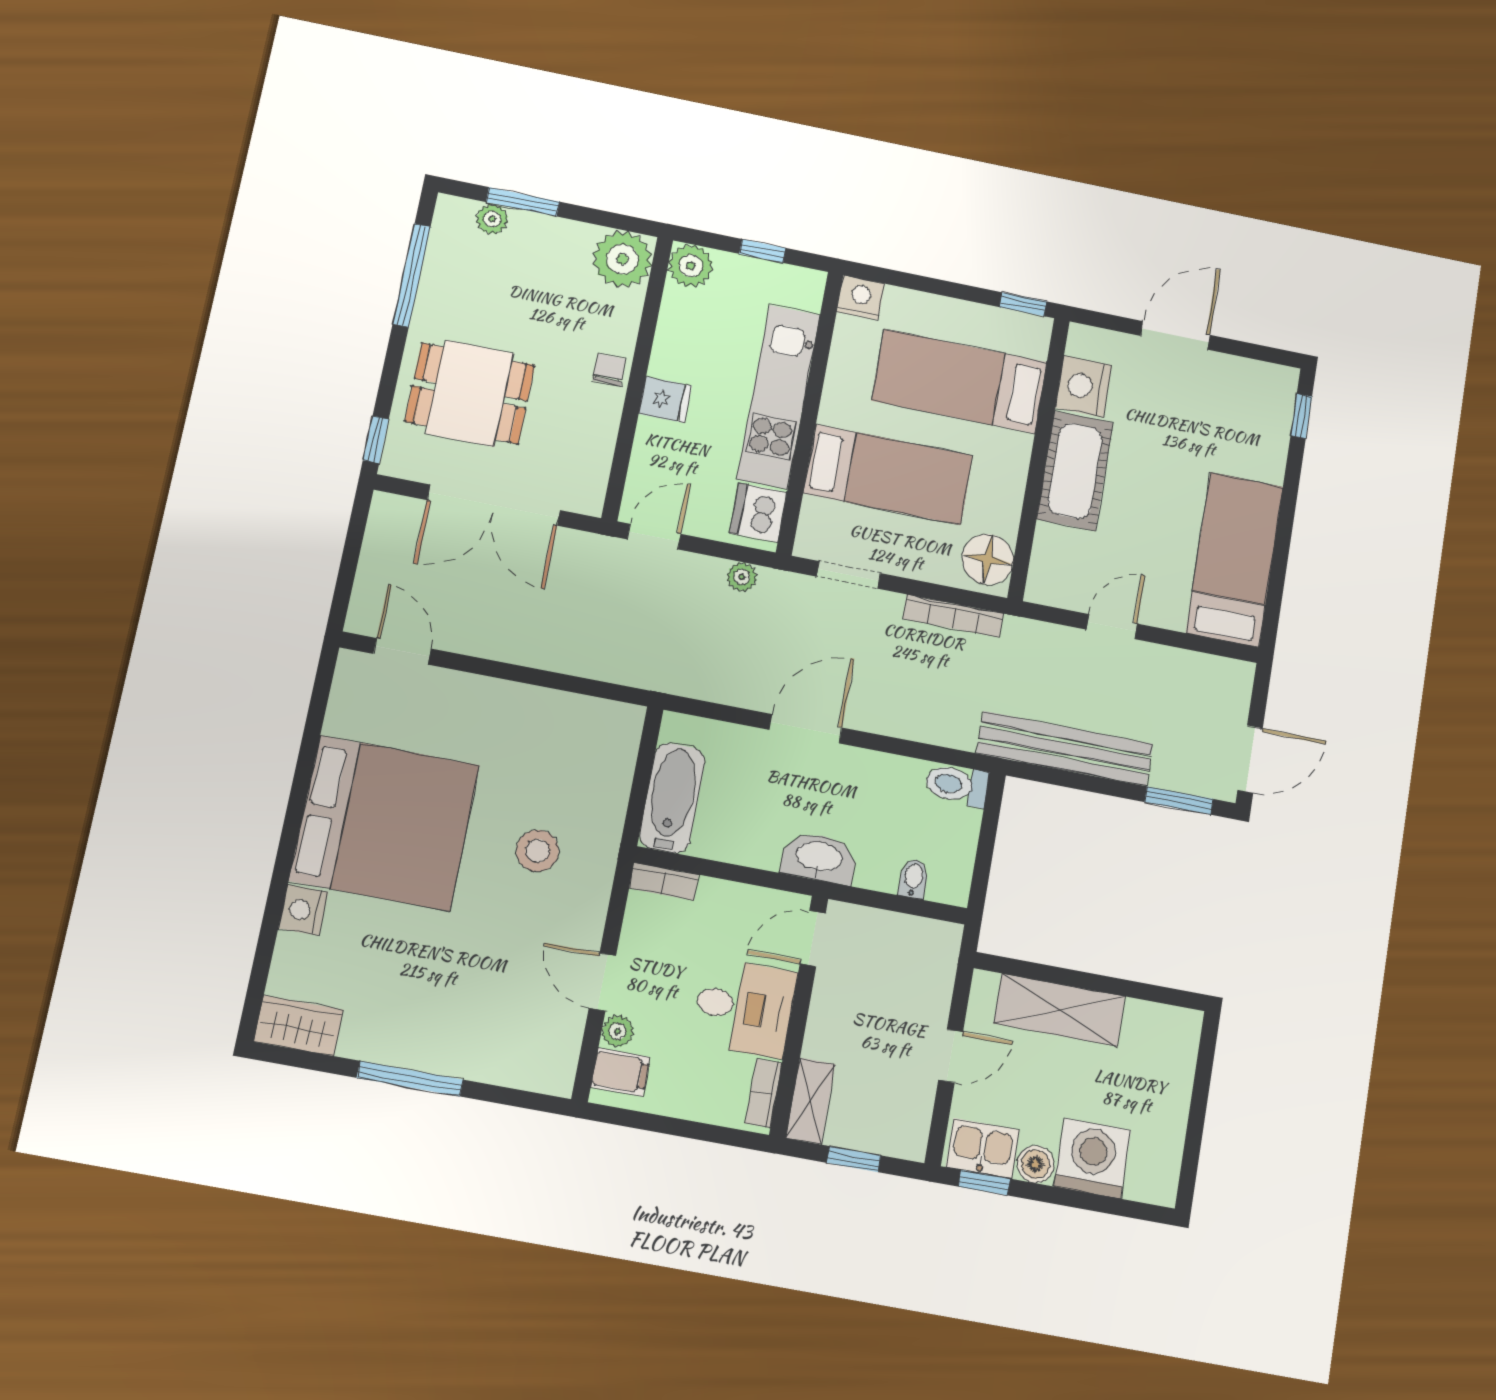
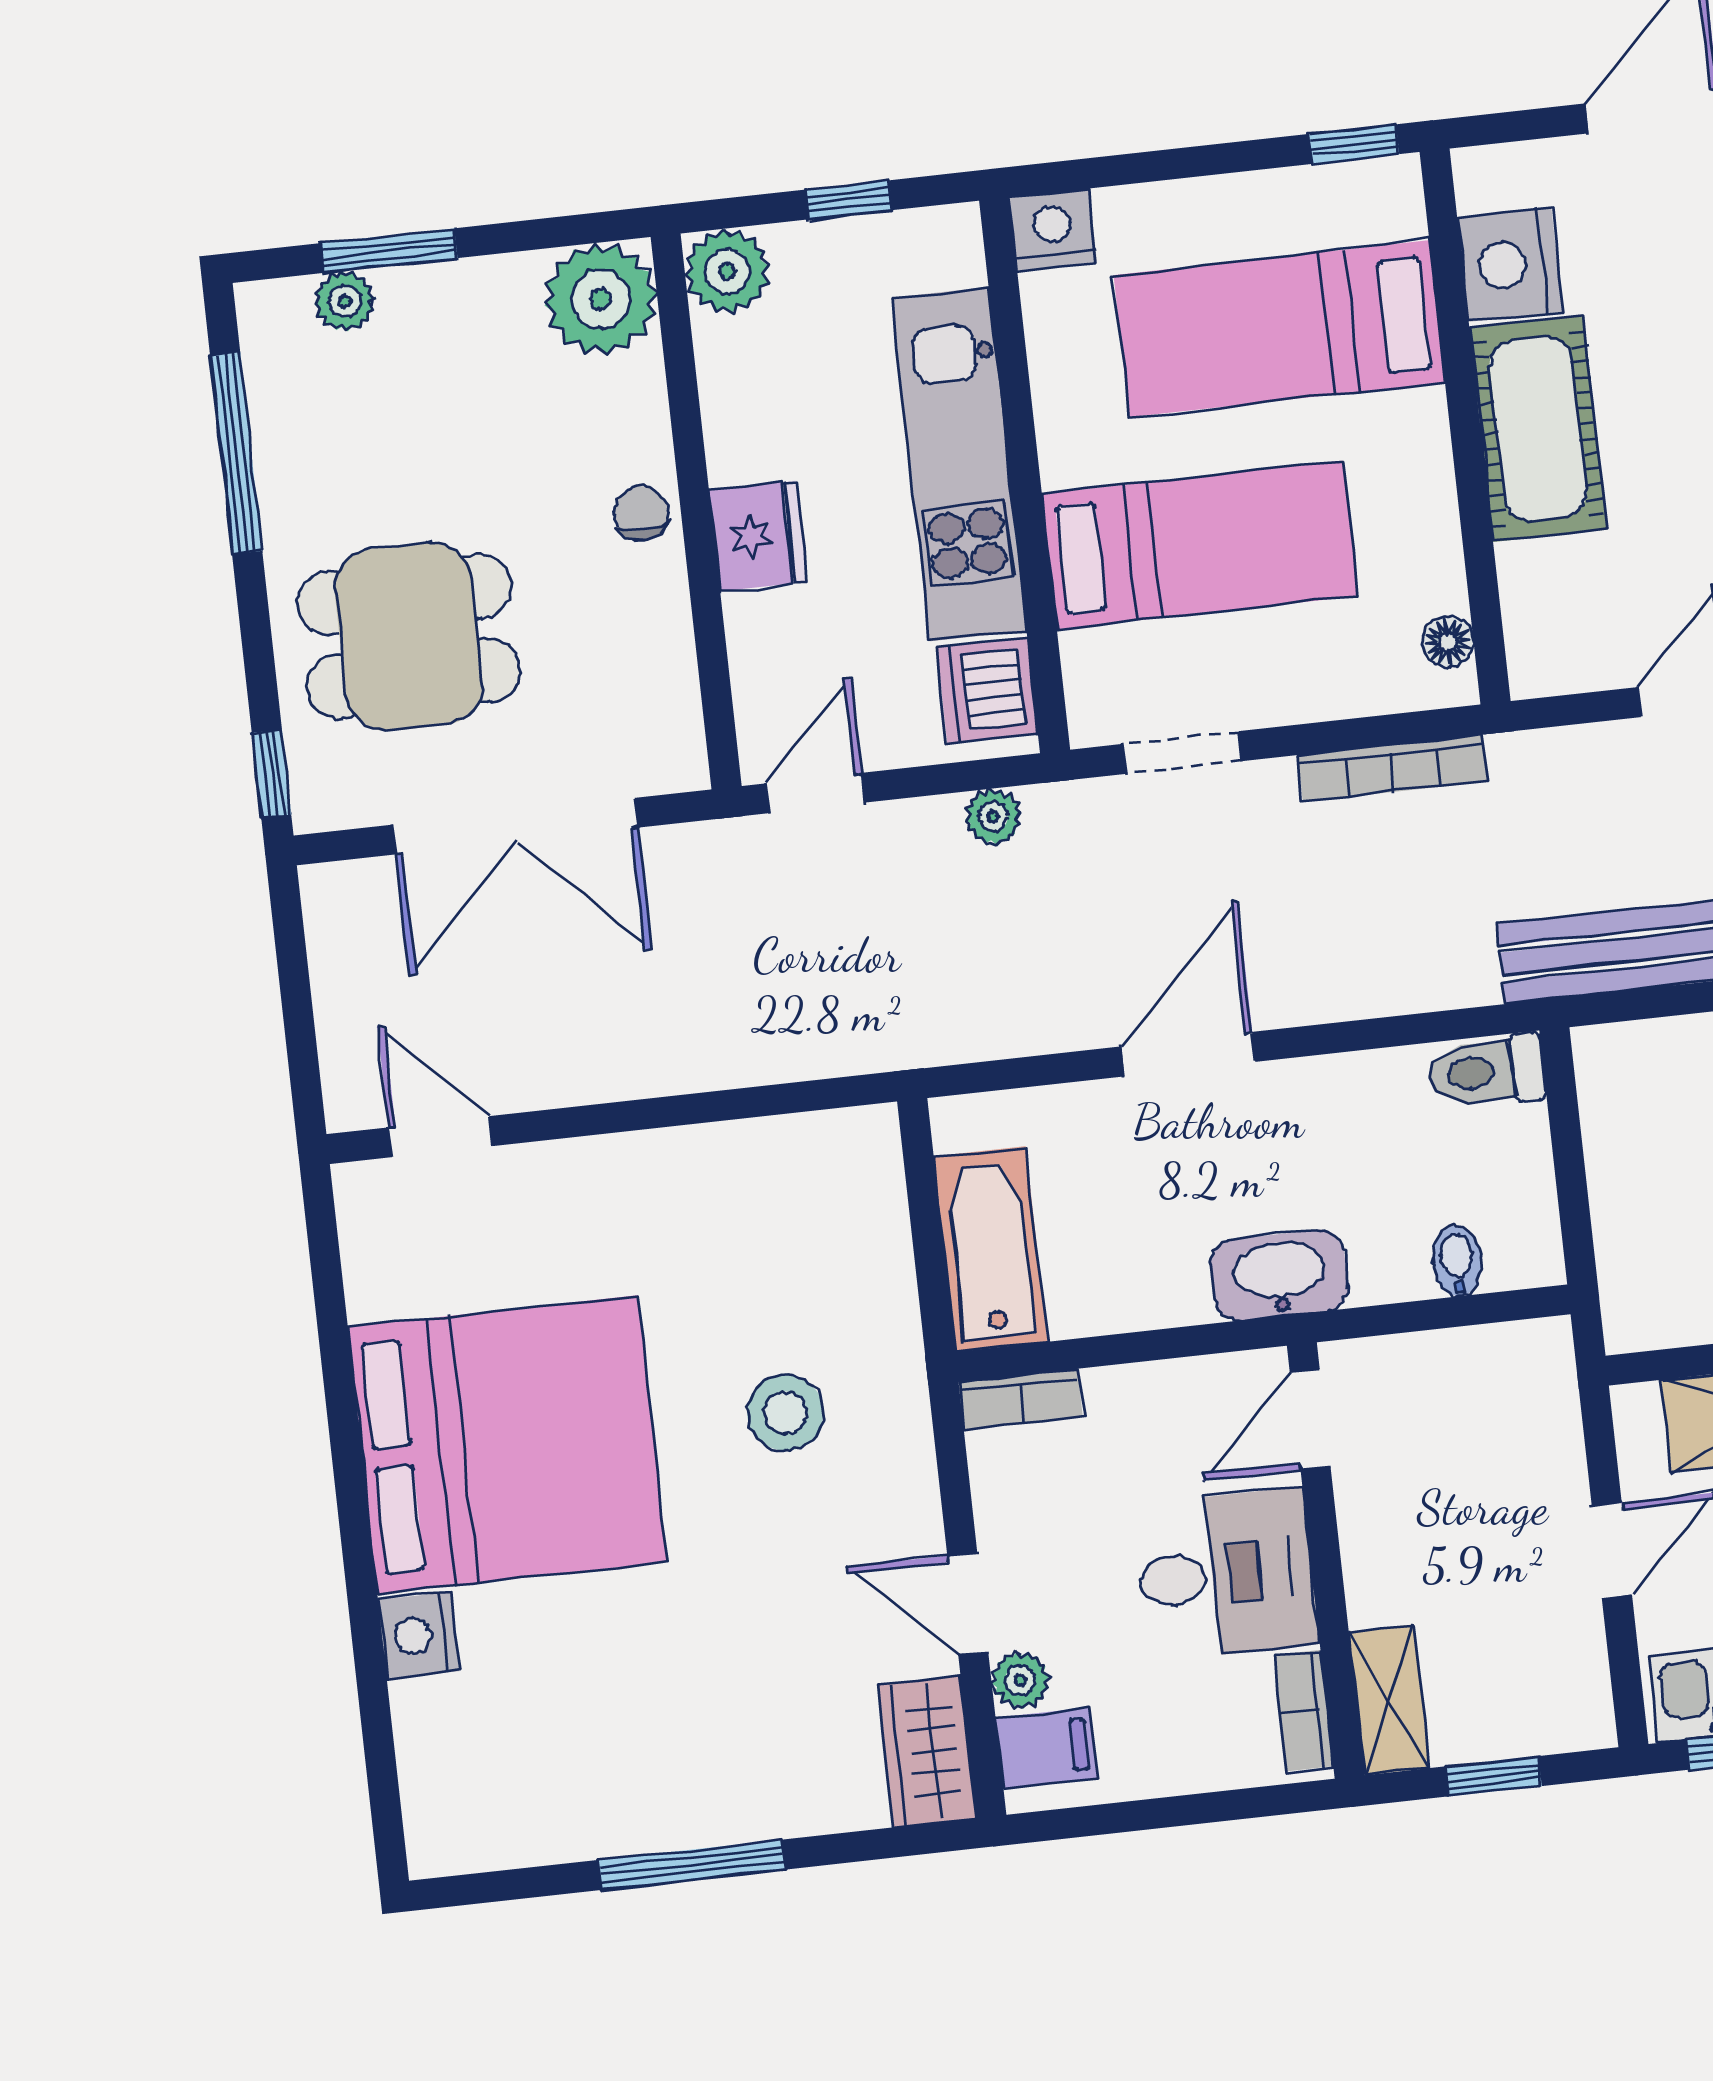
fridge: (665, 400) -> (758, 536), width x1.38
floor lamp: (988, 559) -> (1448, 642), width x0.53, depth x0.53
wardrobe: (299, 1026) -> (927, 1752), moved, turned -90

